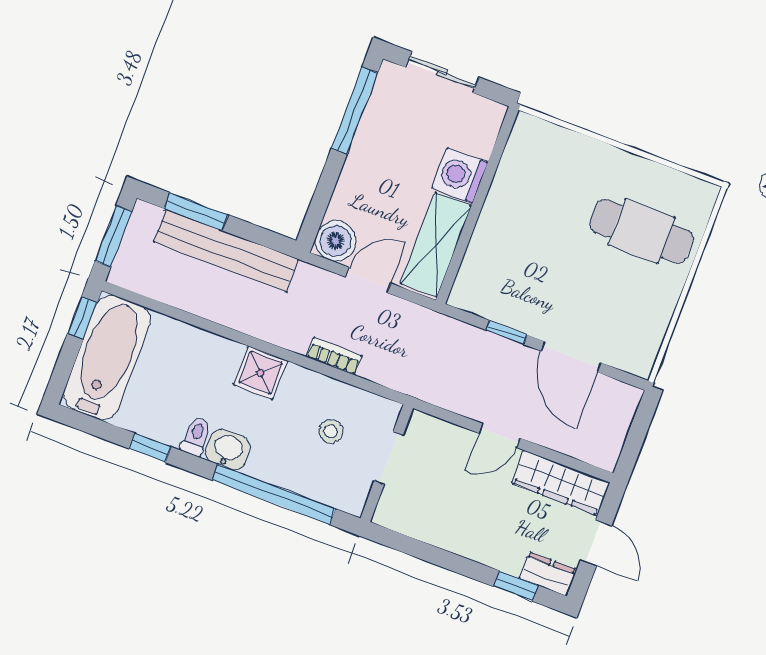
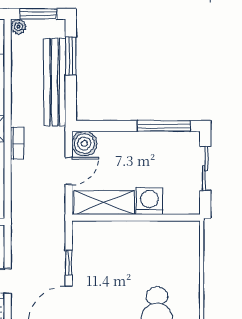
plant: (121, 274) -> (18, 27), added
door: (368, 280) -> (69, 171), hinge flipped
bookcase: (334, 356) -> (17, 143), moved

